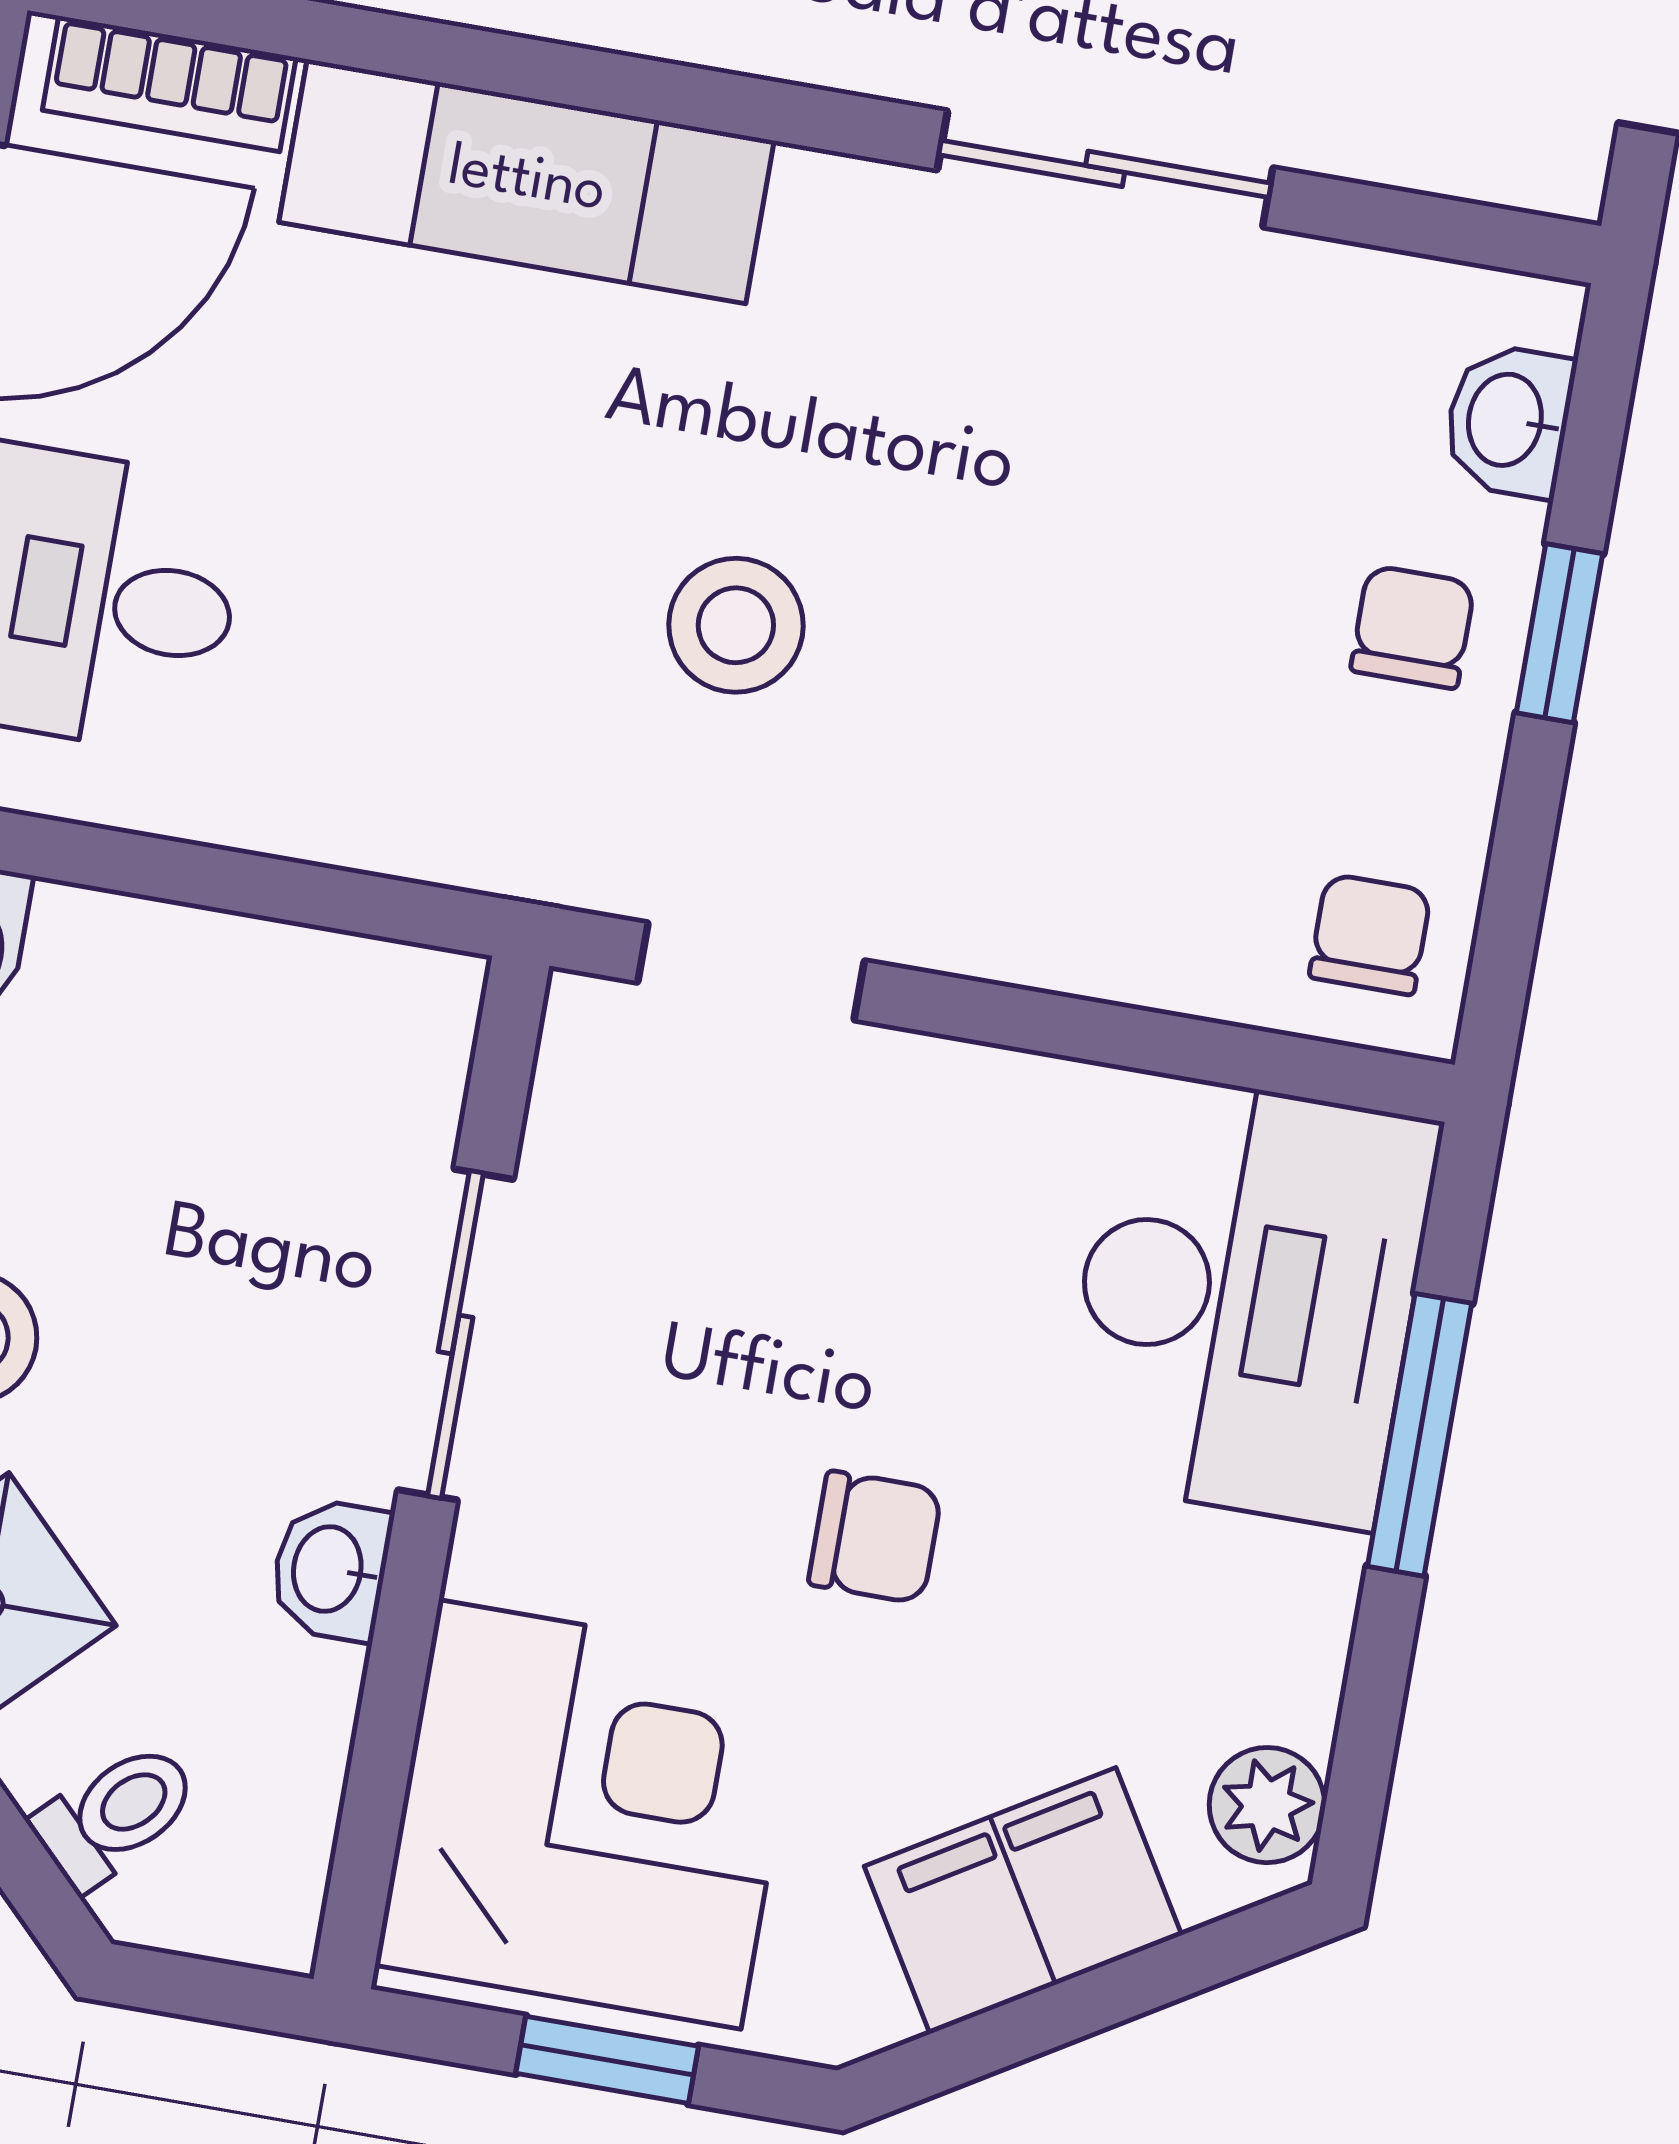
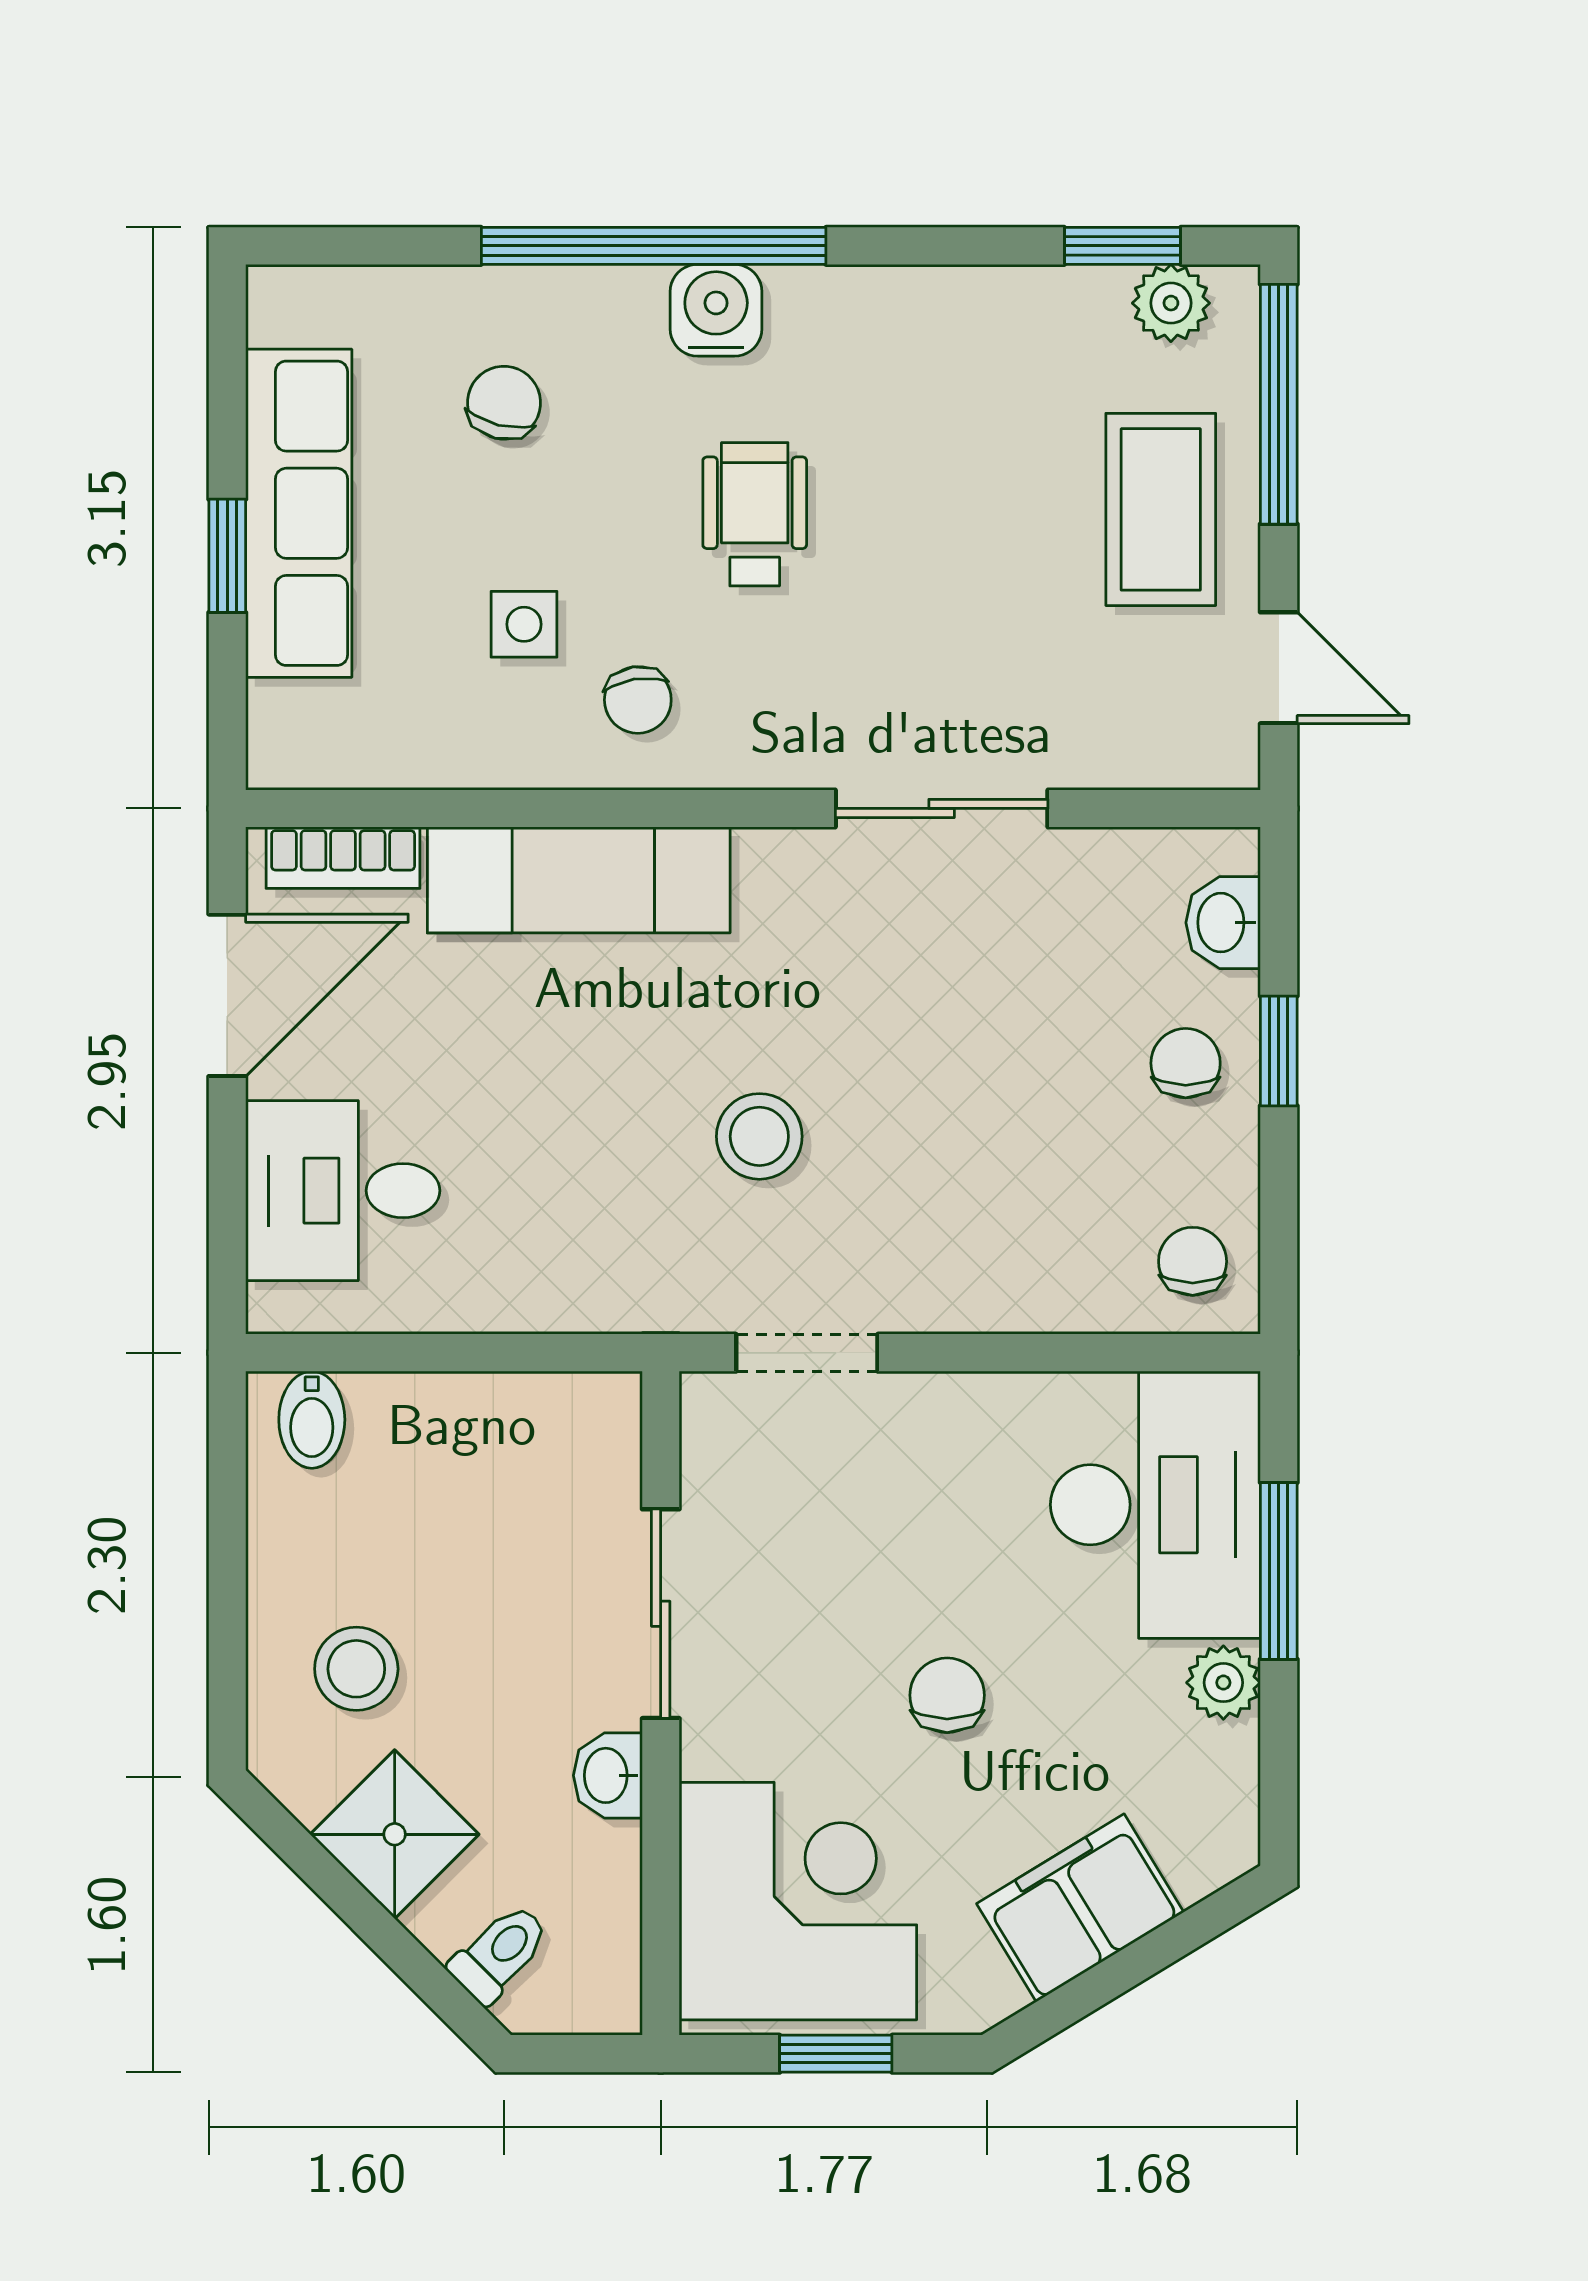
chair: (875, 1537) -> (947, 1695), turned -90
plant: (1267, 1805) -> (1223, 1683), moved

